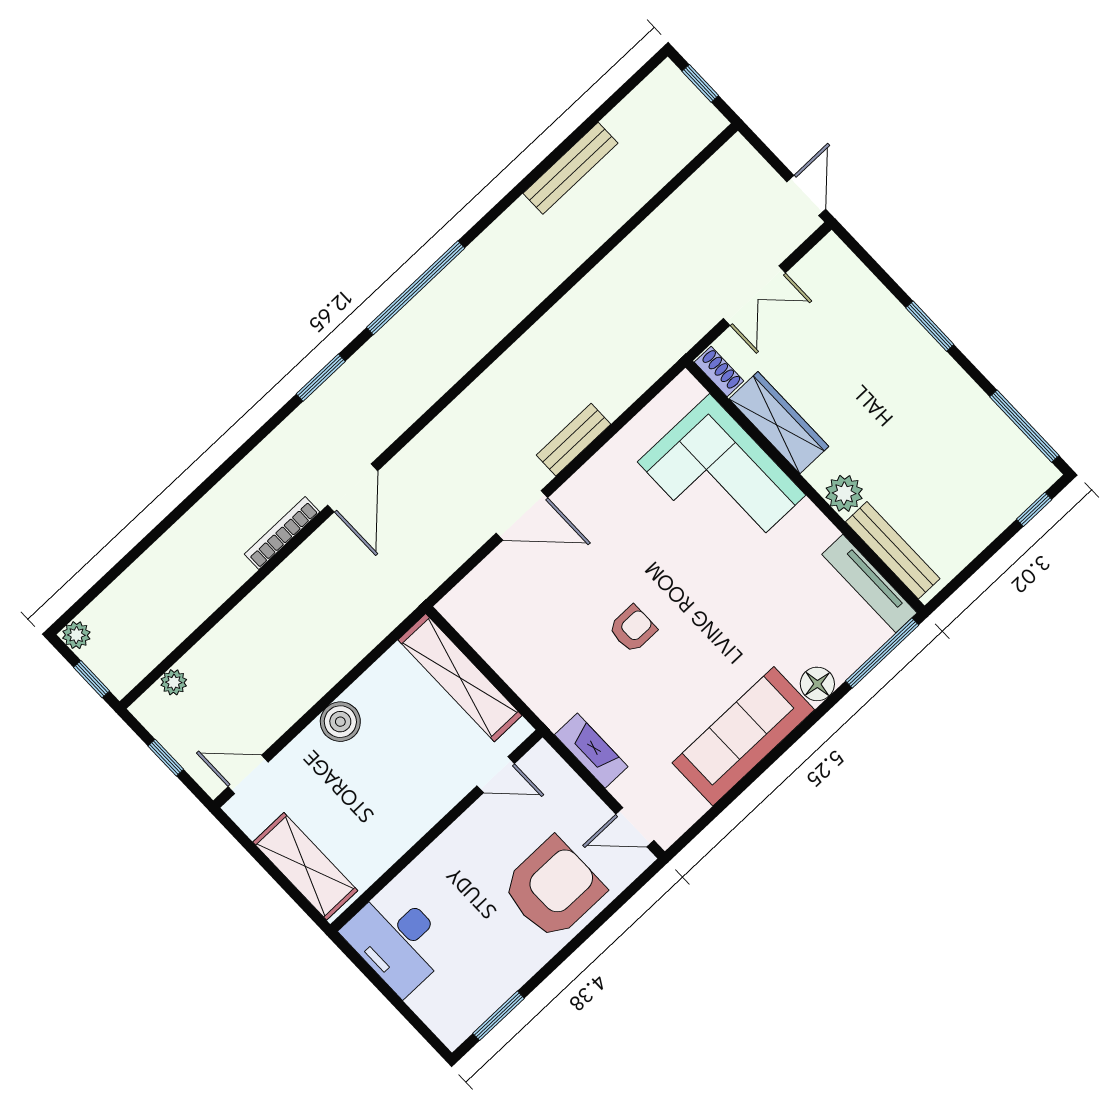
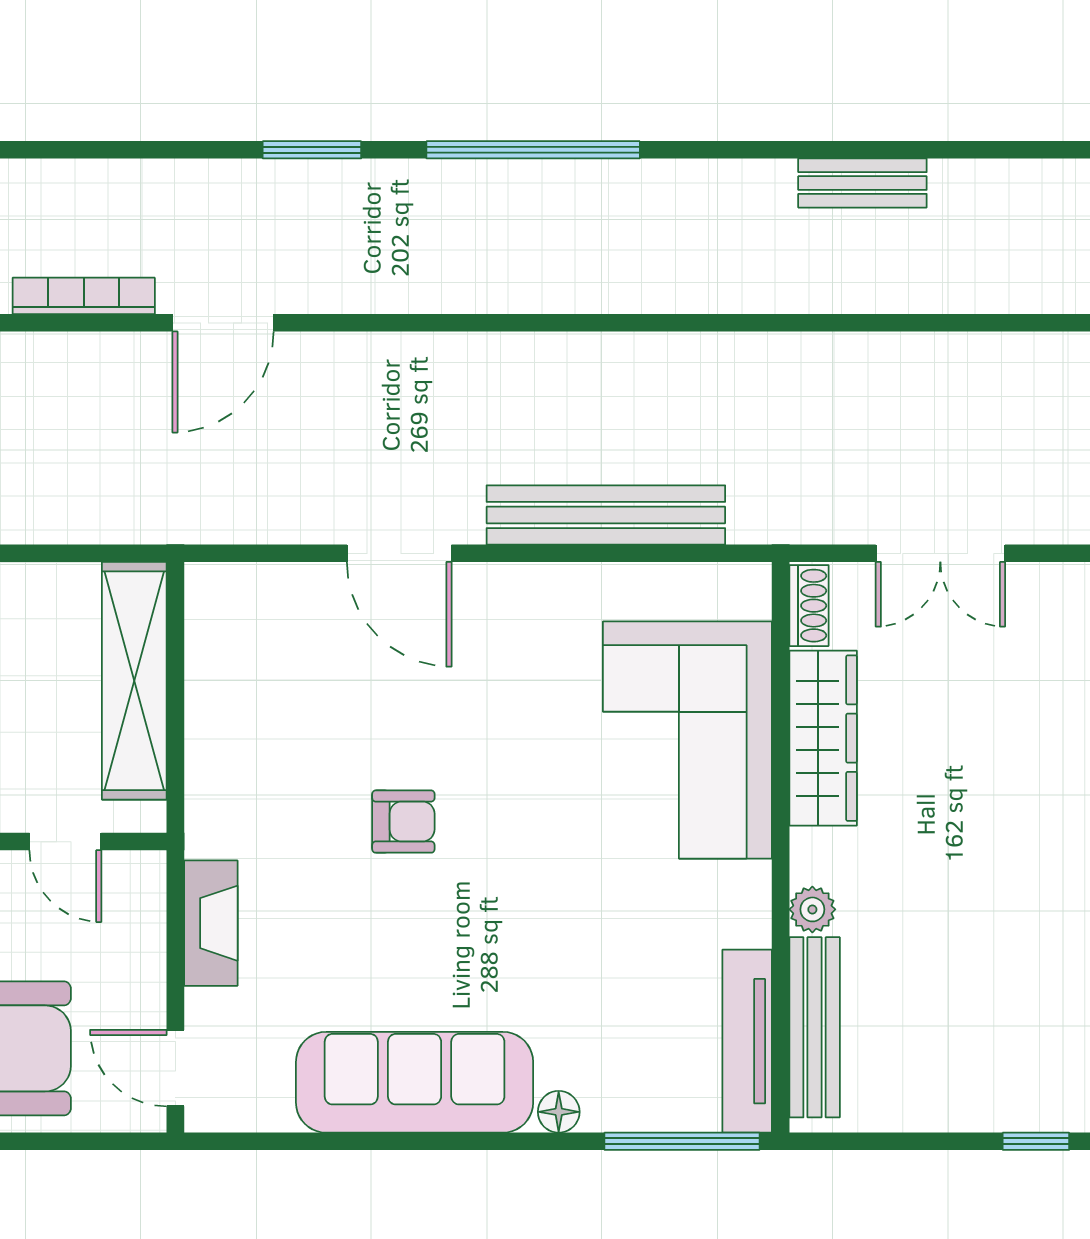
bench: (571, 168) -> (862, 183), width x0.73
bench: (574, 440) -> (606, 515), width x1.86, depth x1.21
plant: (844, 493) -> (812, 909), width x0.73, depth x0.73
floor lamp: (817, 684) -> (559, 1112), width x0.73, depth x0.73

